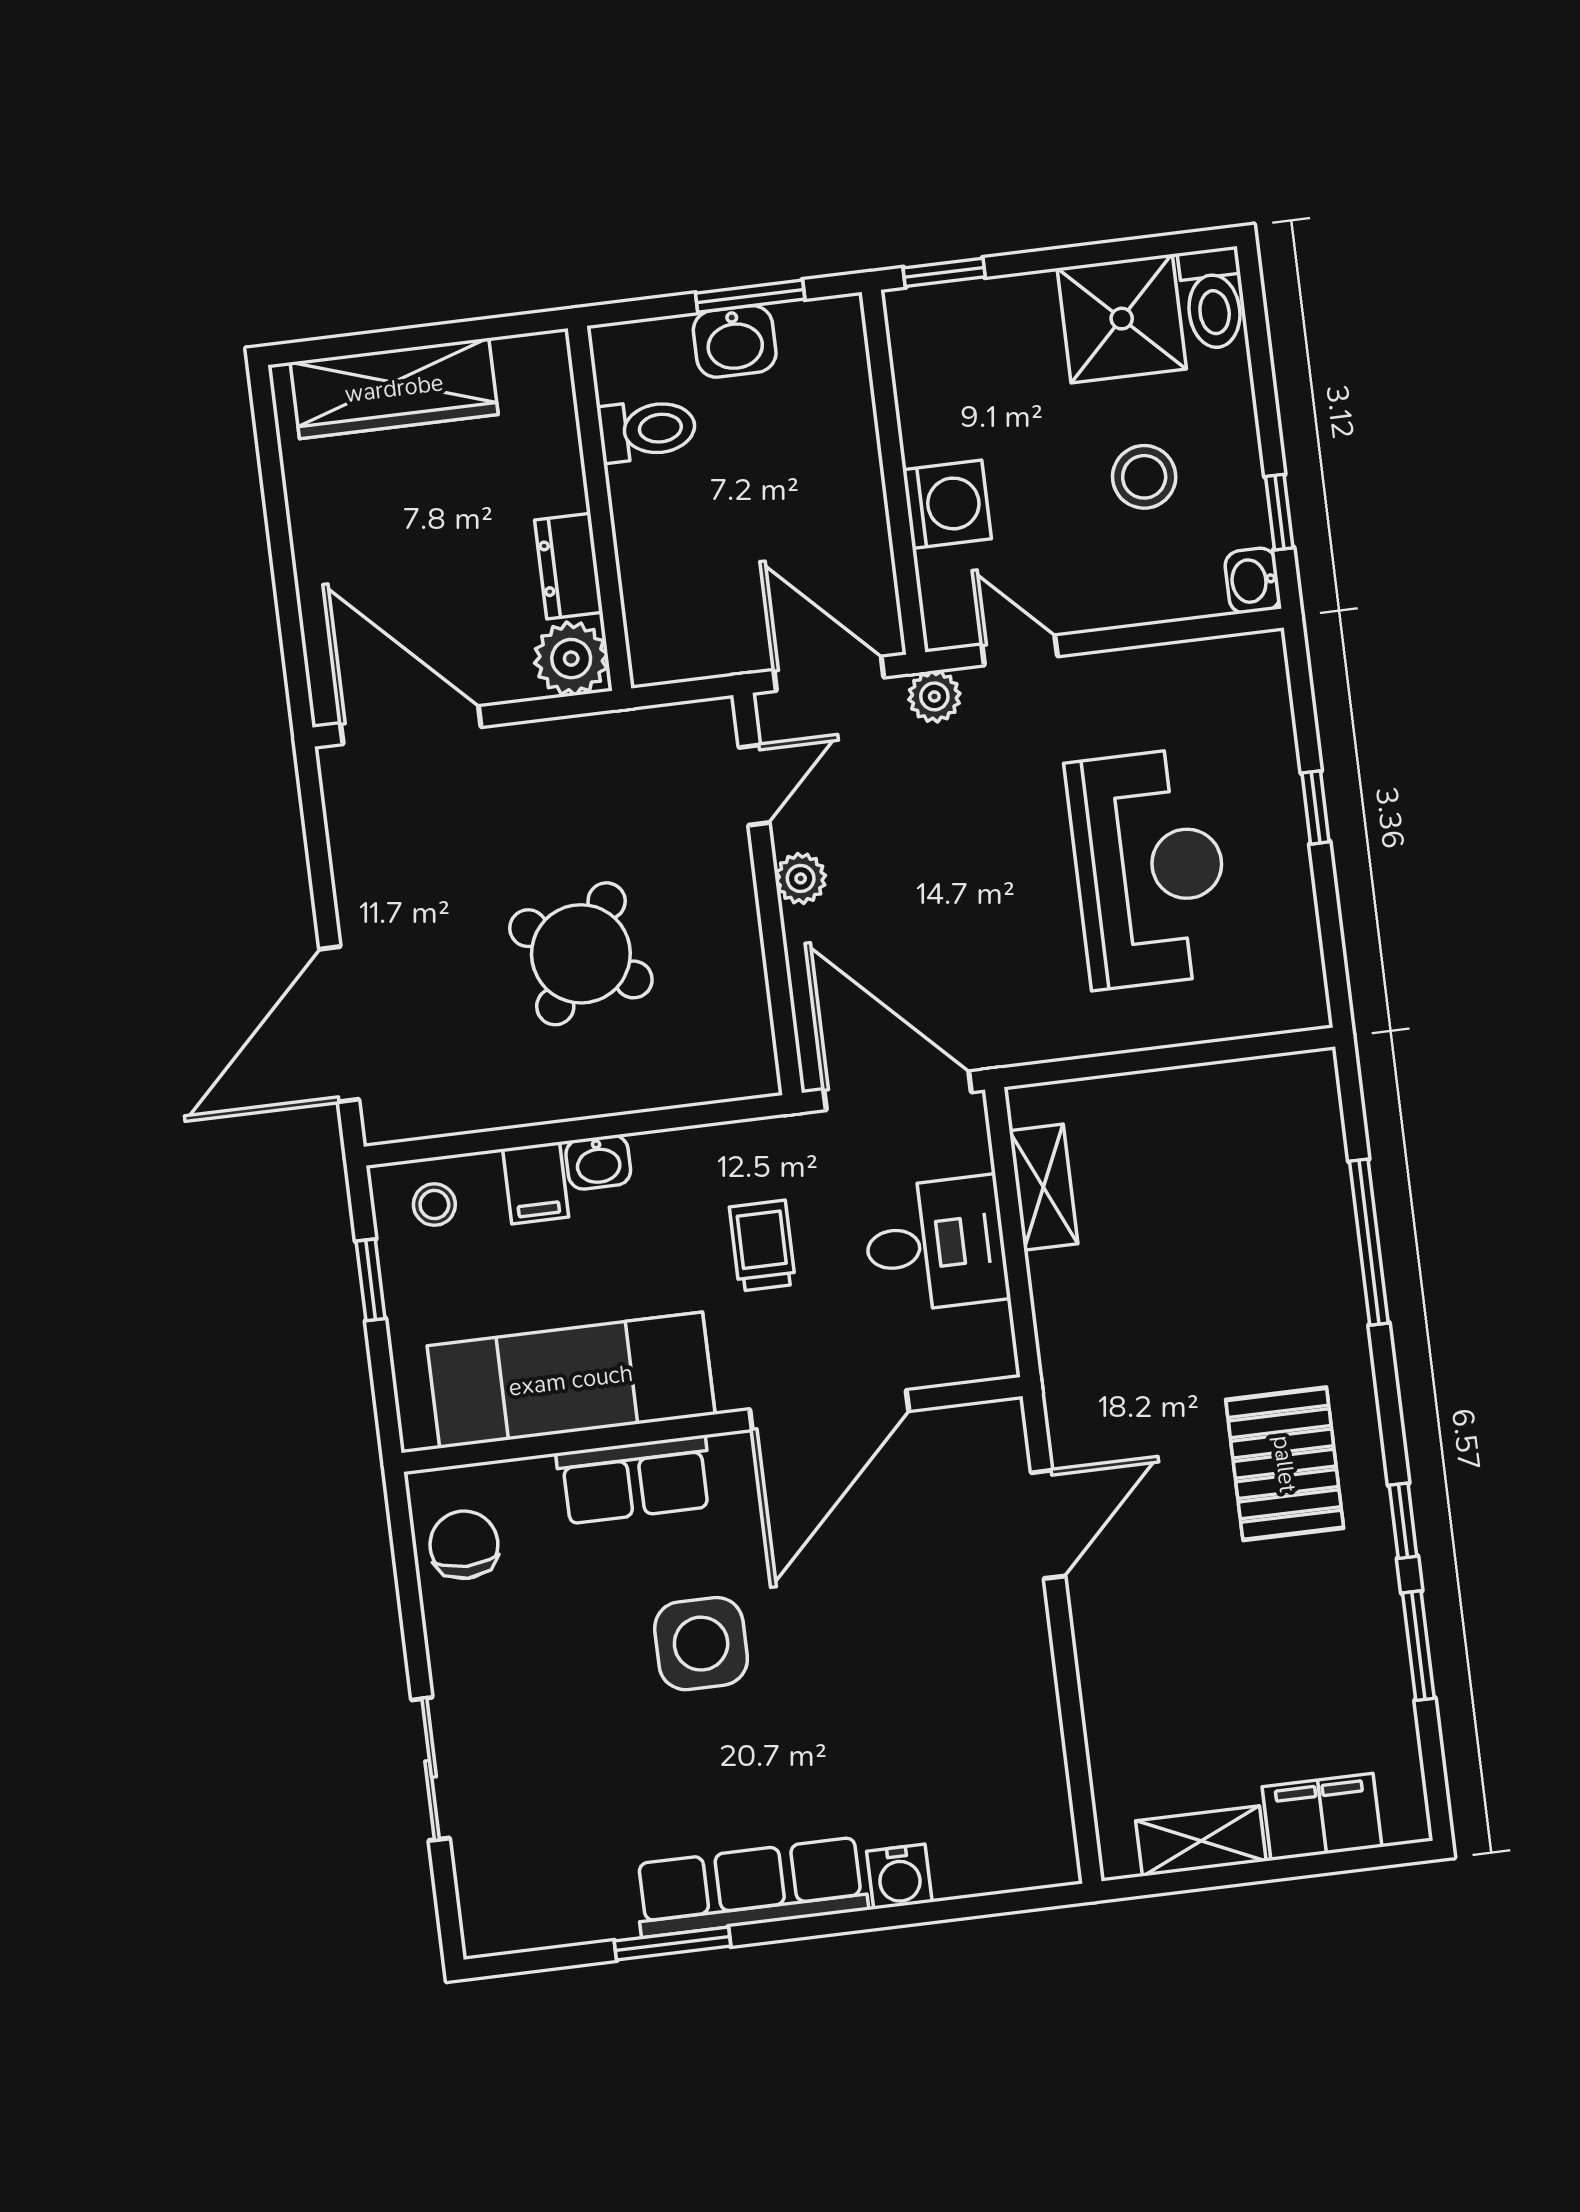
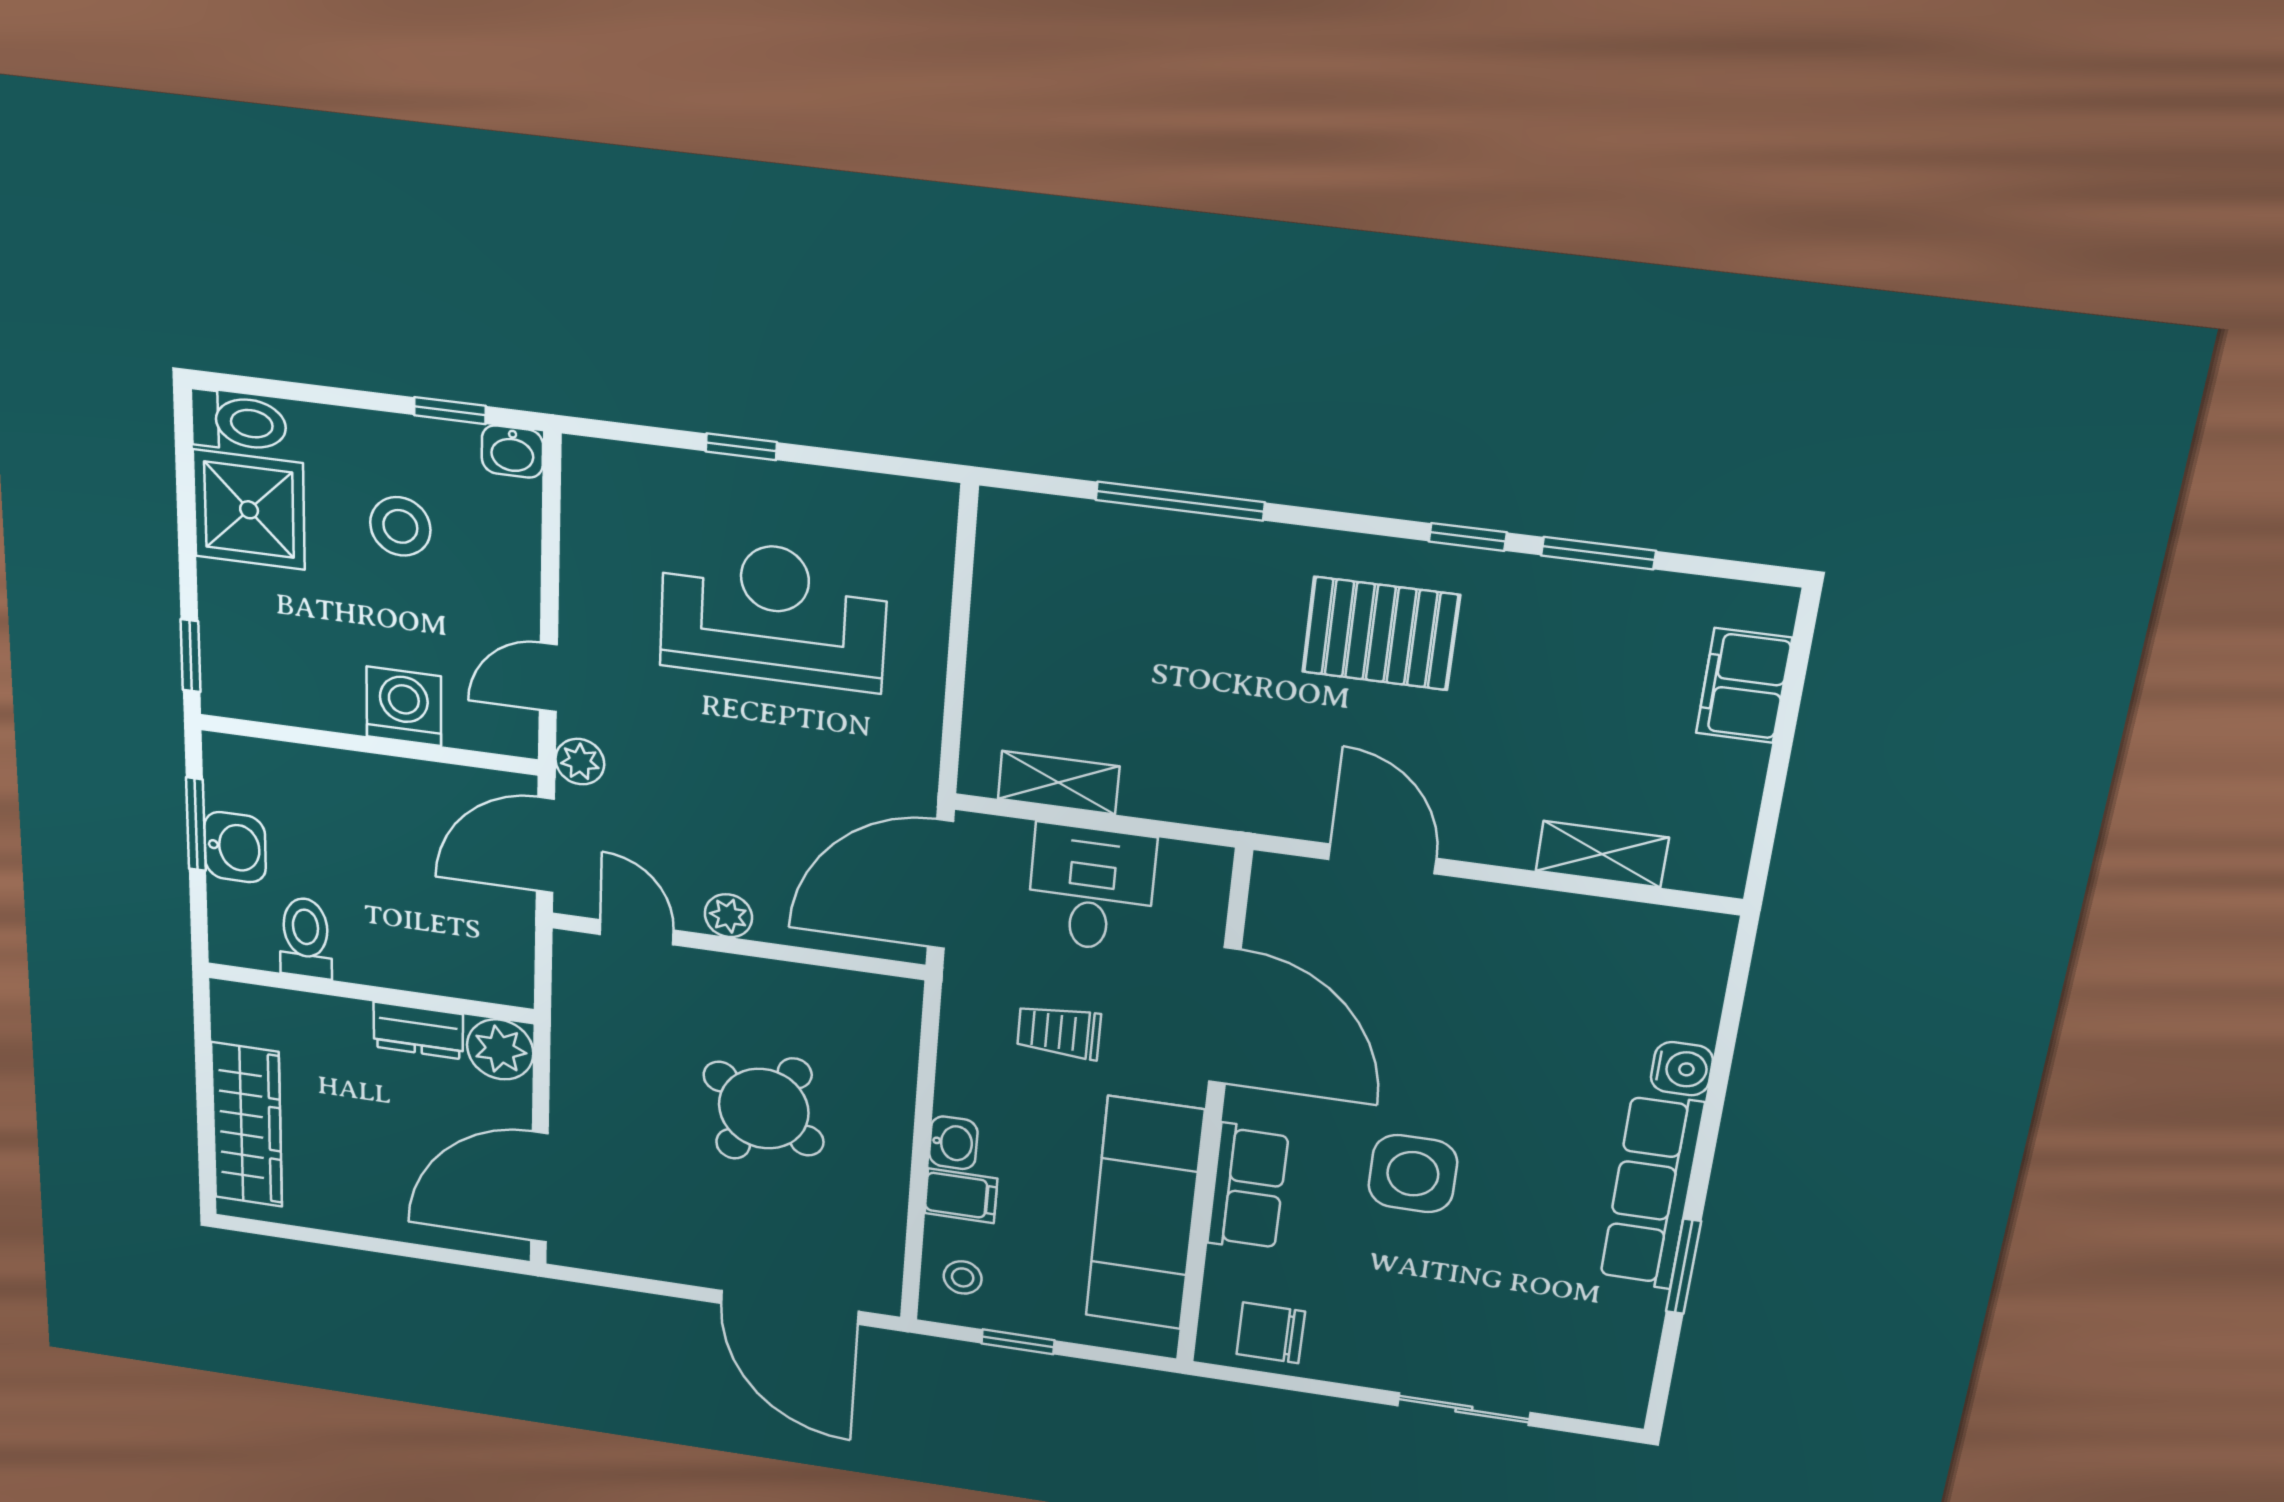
shelving: (1201, 1841) -> (1602, 854), moved, turned 90

